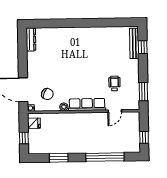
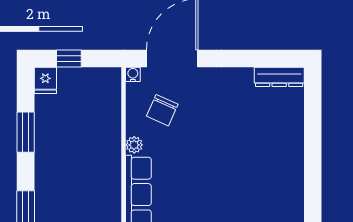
fridge: (34, 123) -> (45, 80), moved

